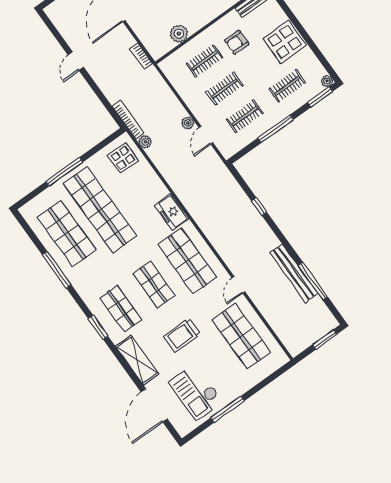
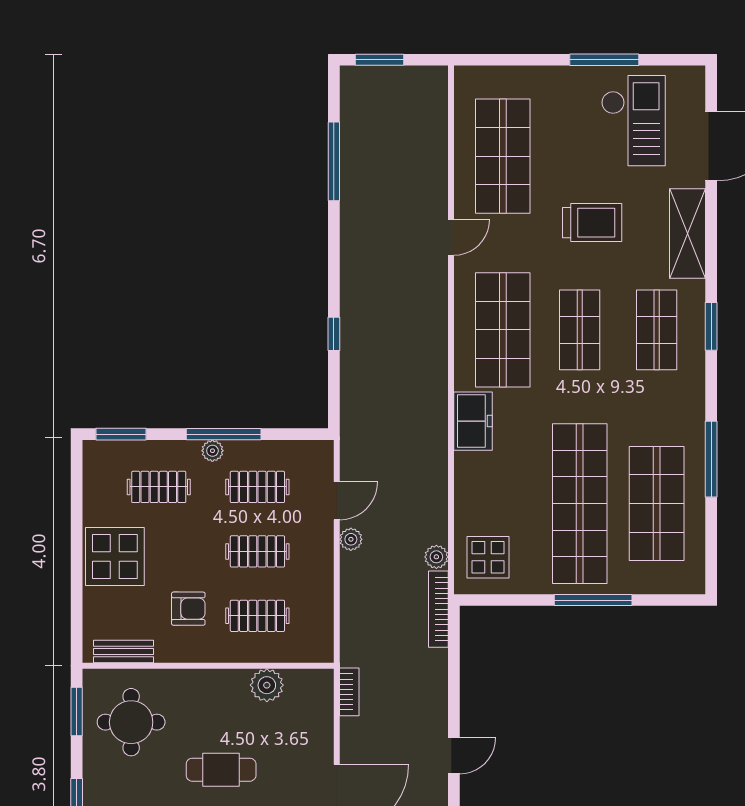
plant: (327, 81) -> (212, 451), moved
bench: (294, 273) -> (354, 195), removed

